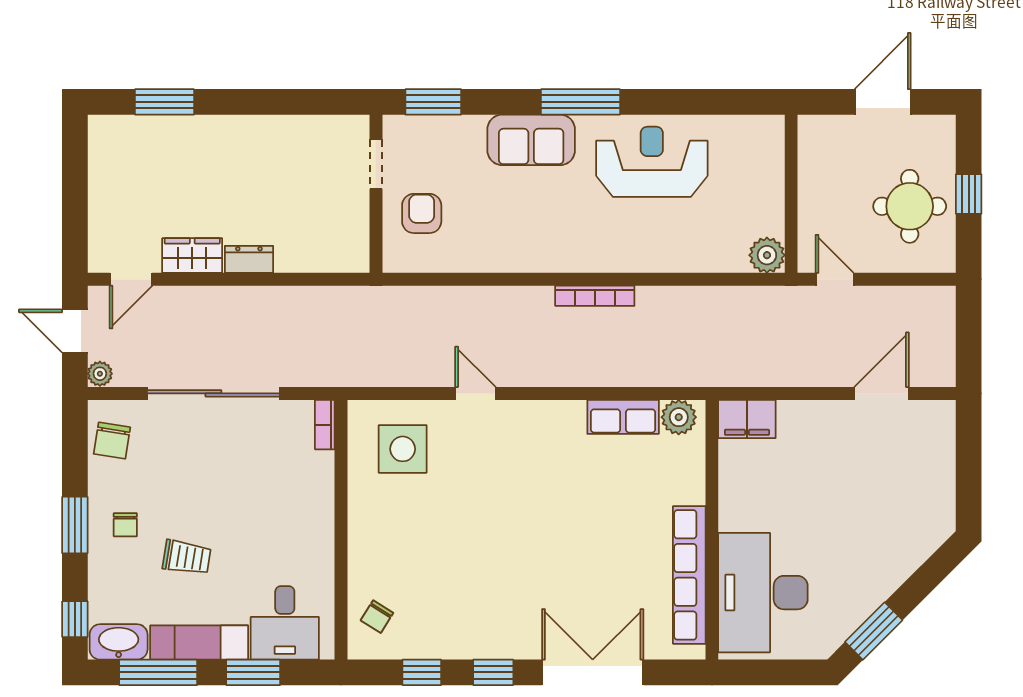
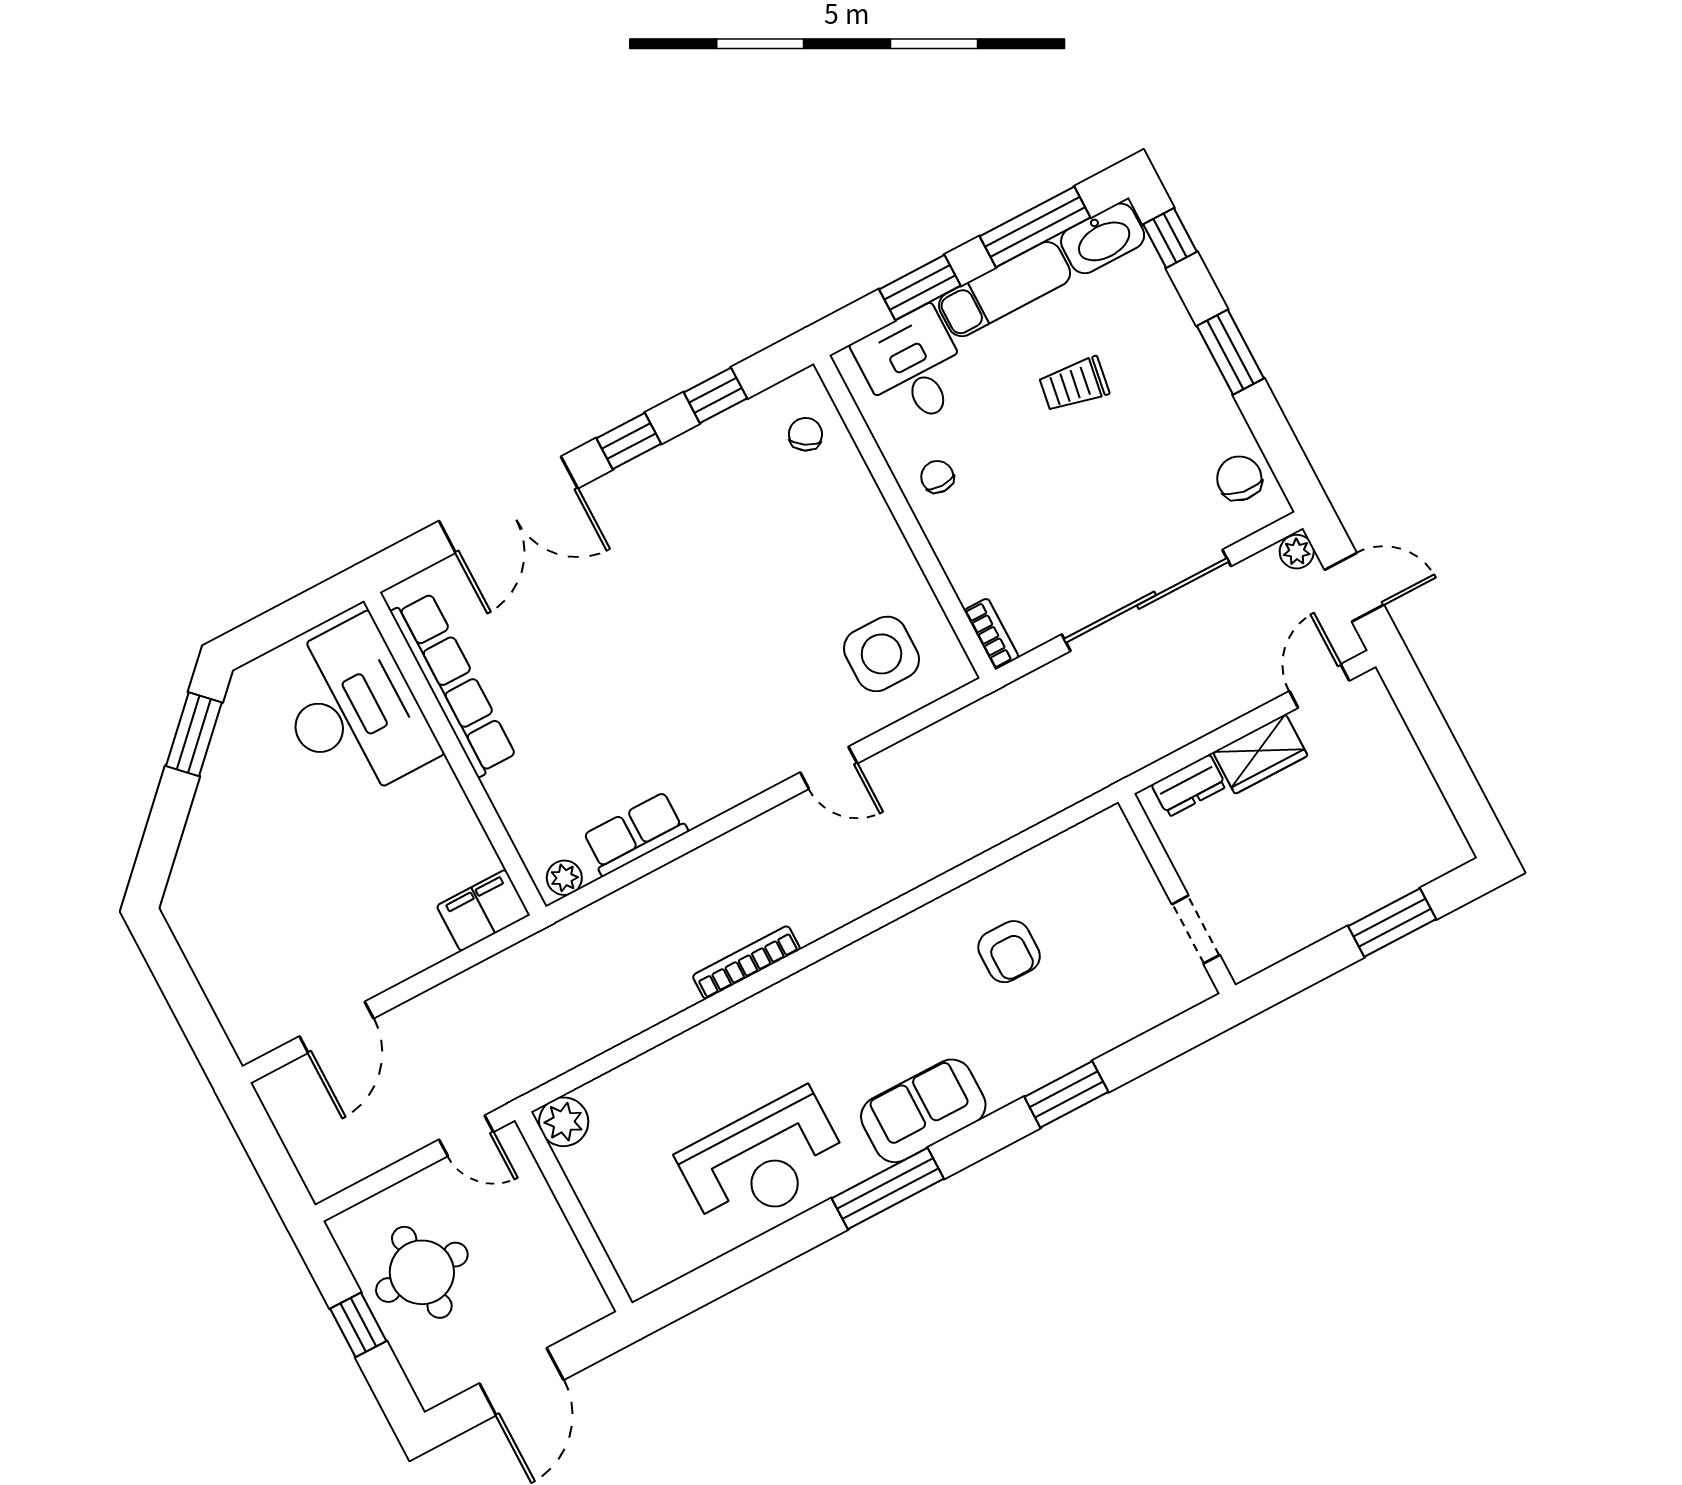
doorway: (376, 164) -> (1196, 930), moved
wall: (376, 194) -> (1177, 894), moved
plant: (679, 417) -> (564, 878), width x0.73, depth x0.73
chair: (125, 525) -> (937, 477), moved

